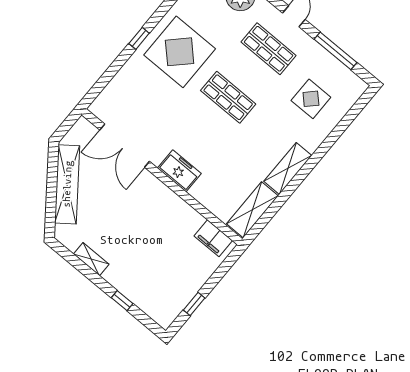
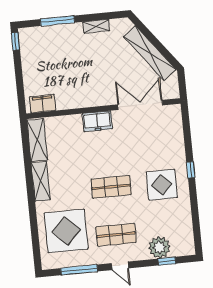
display table: (180, 52) -> (162, 185), width x0.73, depth x0.73
display table: (311, 99) -> (66, 231), width x1.86, depth x1.86
window: (122, 301) -> (57, 21), width x2.17
window: (194, 304) -> (15, 41), moved

